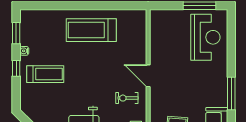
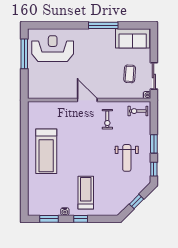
door: (148, 76) -> (87, 100), swing flipped

